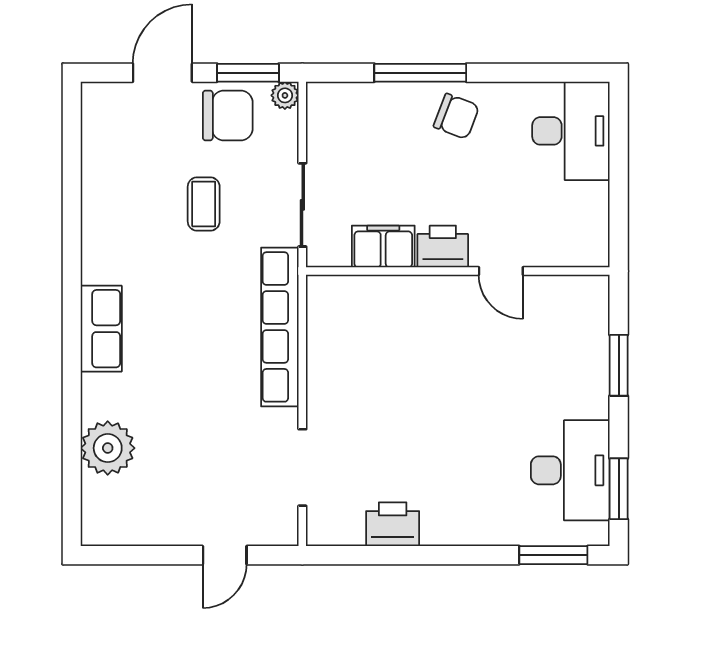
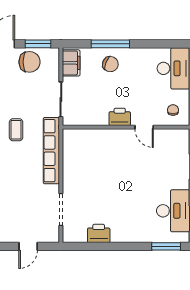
plant: (285, 95) -> (53, 53), removed
chair: (456, 116) -> (110, 64), moved
coffee table: (204, 204) -> (16, 130), moved
chair: (570, 230) -> (173, 110), added
filing cabinet: (383, 247) -> (71, 63), moved, turned 90

